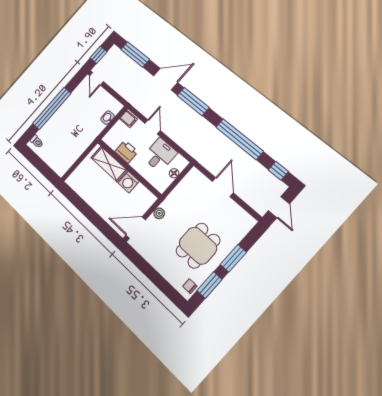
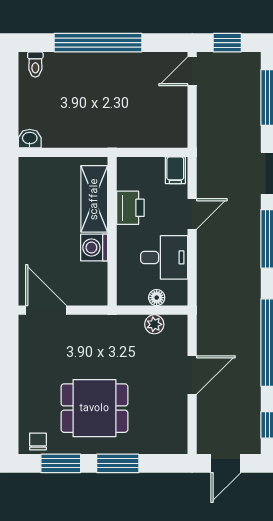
washbasin: (108, 118) -> (30, 139), moved
plant: (159, 213) -> (154, 324), moved

